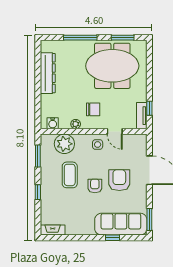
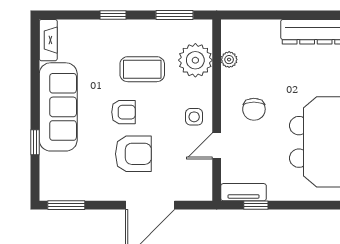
water cooler: (53, 123) -> (230, 40), removed
plant: (76, 124) -> (229, 60), moved
sofa: (121, 224) -> (58, 107), moved

